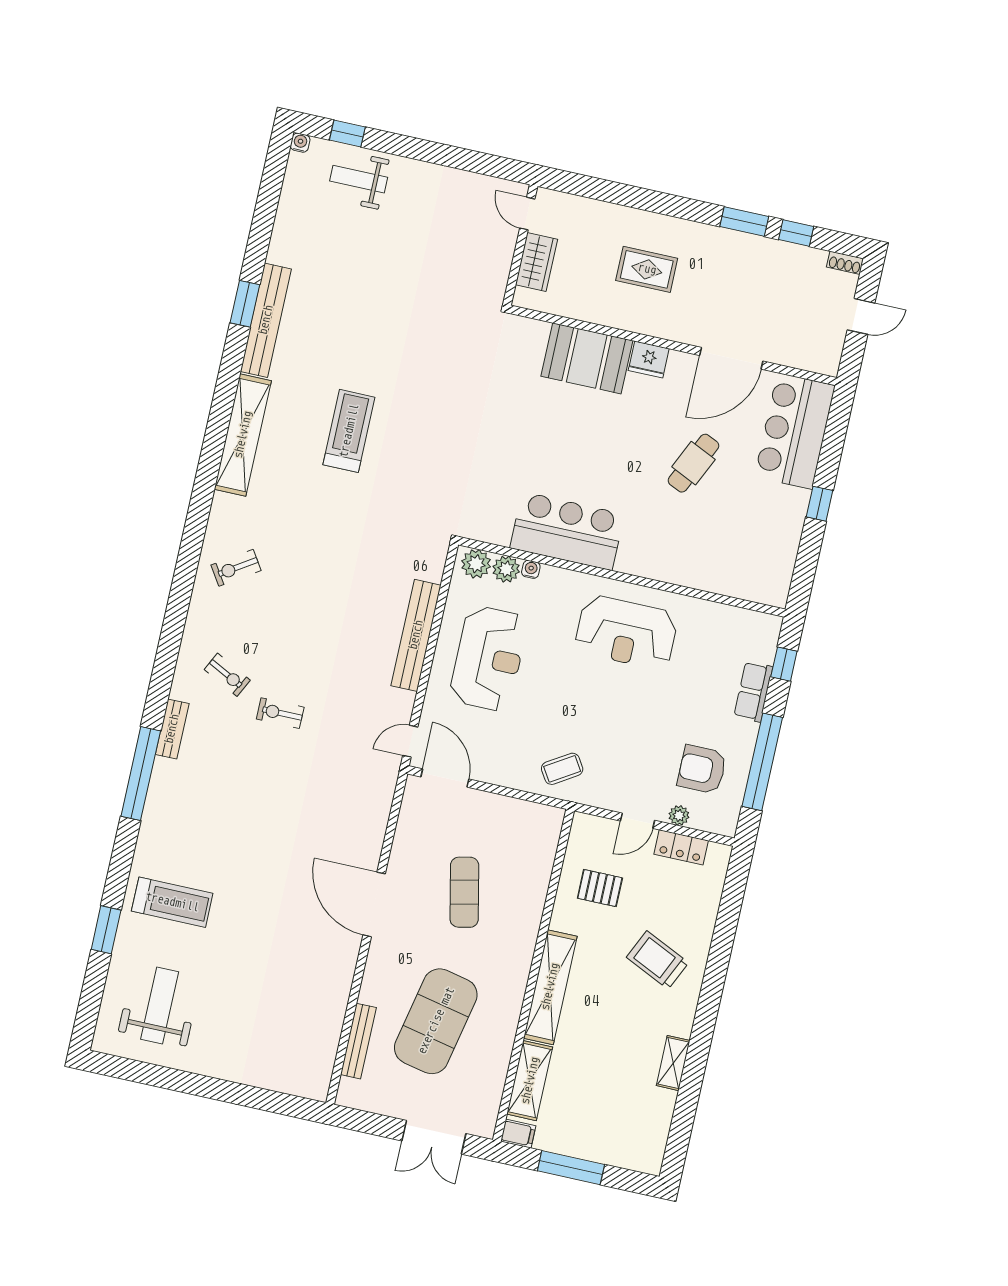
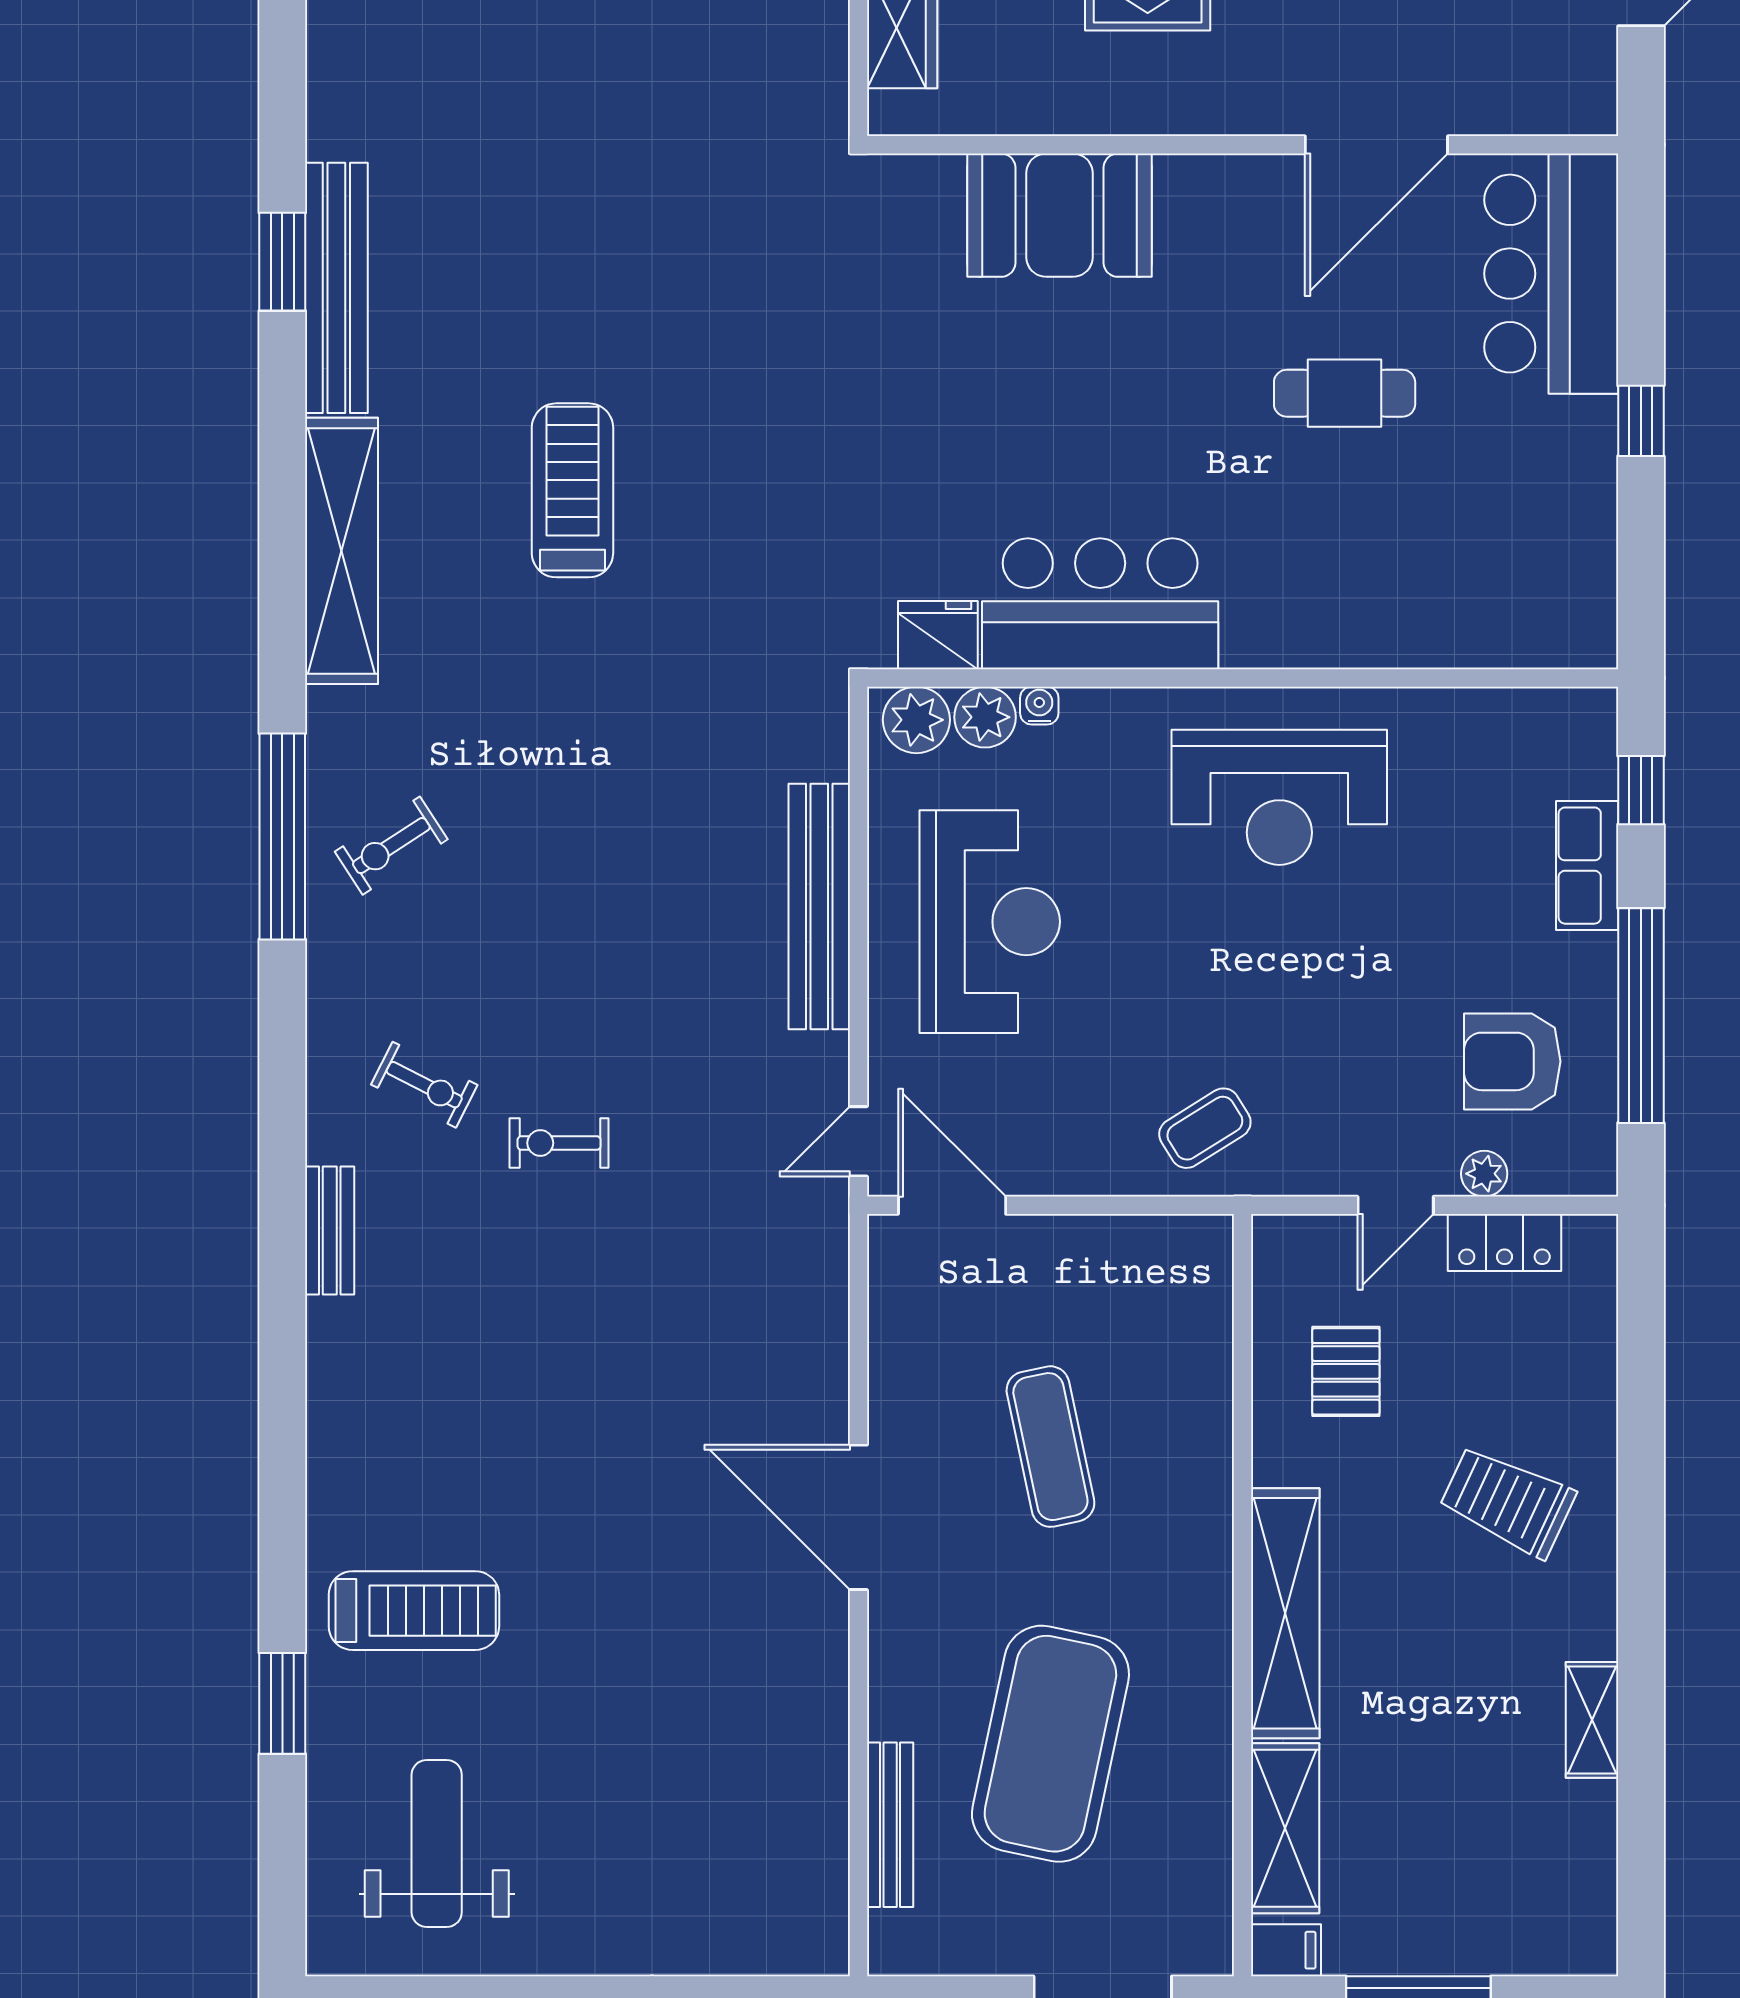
fridge: (649, 359) -> (938, 635), moved, turned 180
cafe table: (693, 463) -> (1345, 393), turned 65
window: (141, 774) -> (282, 836), moved
pallet: (600, 888) -> (1346, 1371), turned 90

